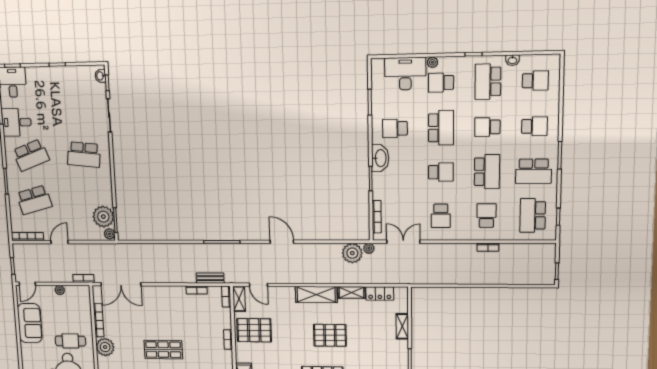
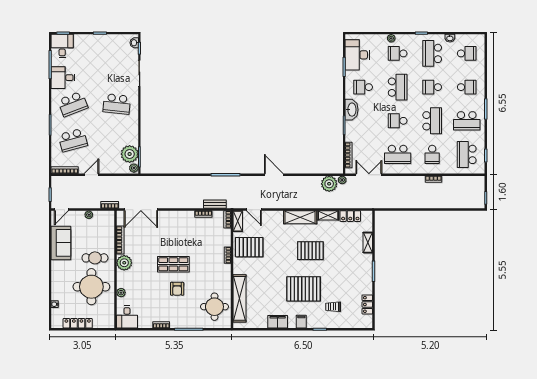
desk: (405, 74) -> (357, 55), moved, turned -90
school desk: (441, 172) -> (398, 121), turned 180
school desk: (441, 216) -> (398, 154), width x1.85
school desk: (486, 216) -> (432, 154), turned 180

